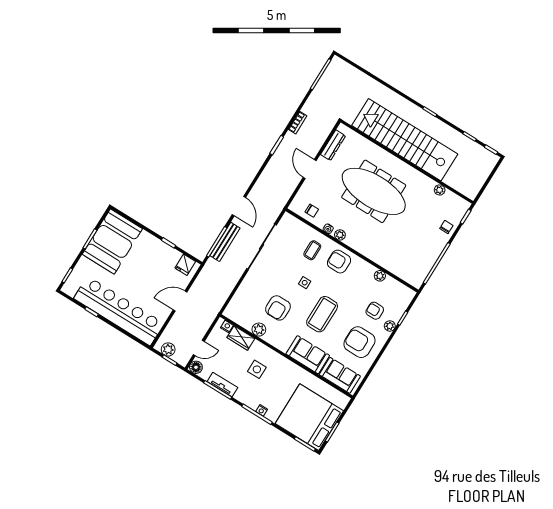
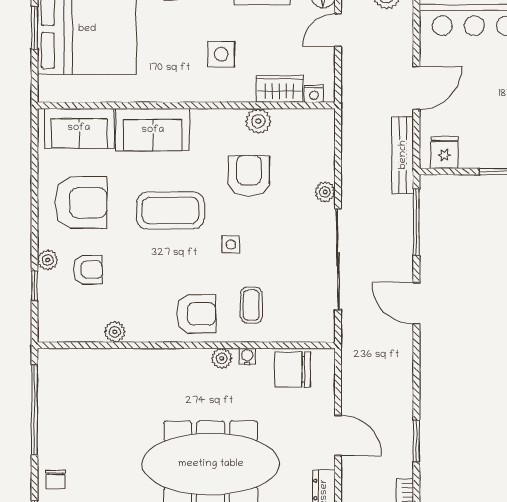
chair: (312, 211) -> (292, 369), width x1.87, depth x1.87
bench: (225, 242) -> (403, 155), moved
plant: (249, 280) -> (325, 192), added
coffee table: (322, 314) -> (170, 211), turned 90

